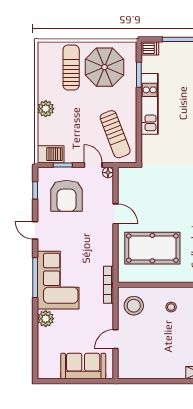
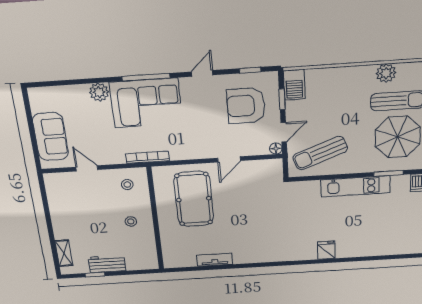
plant: (46, 109) -> (386, 73), moved
stool: (134, 306) -> (127, 185), width x0.53, depth x0.53

